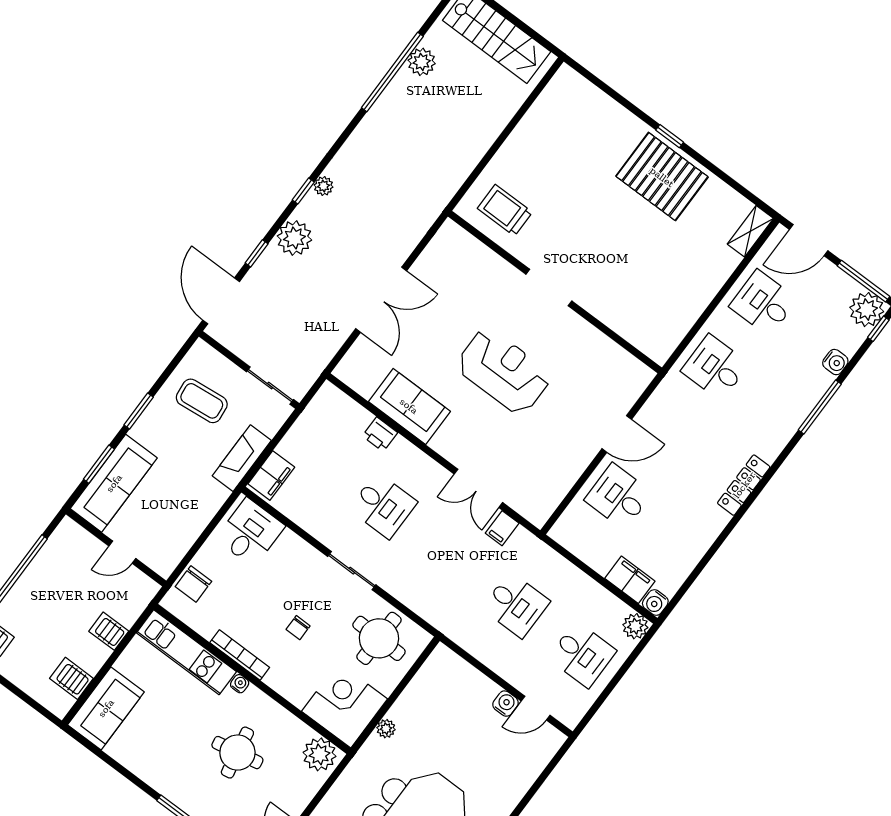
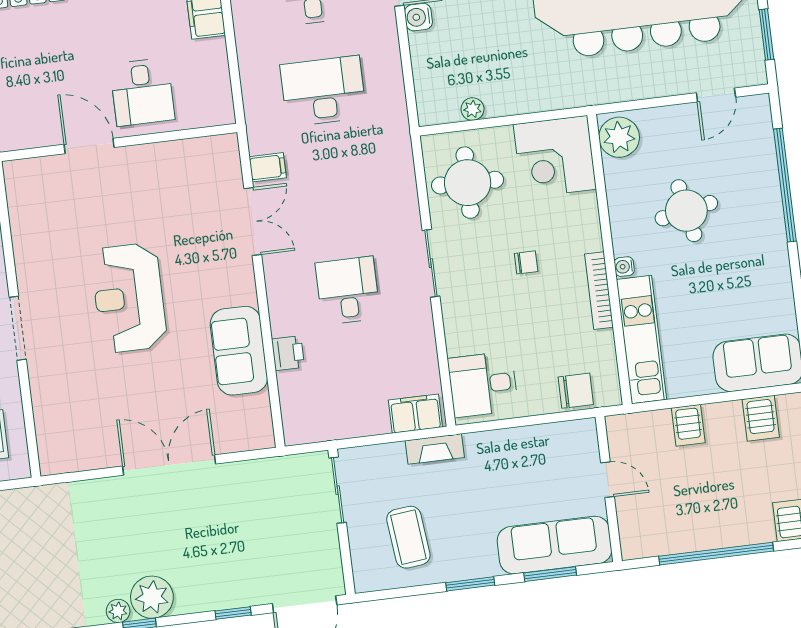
plant: (294, 238) -> (152, 597), moved
fireplace: (242, 458) -> (435, 449), width x0.73, depth x0.76
desk: (516, 605) -> (323, 91), width x1.37
plant: (386, 729) -> (472, 109), moved

